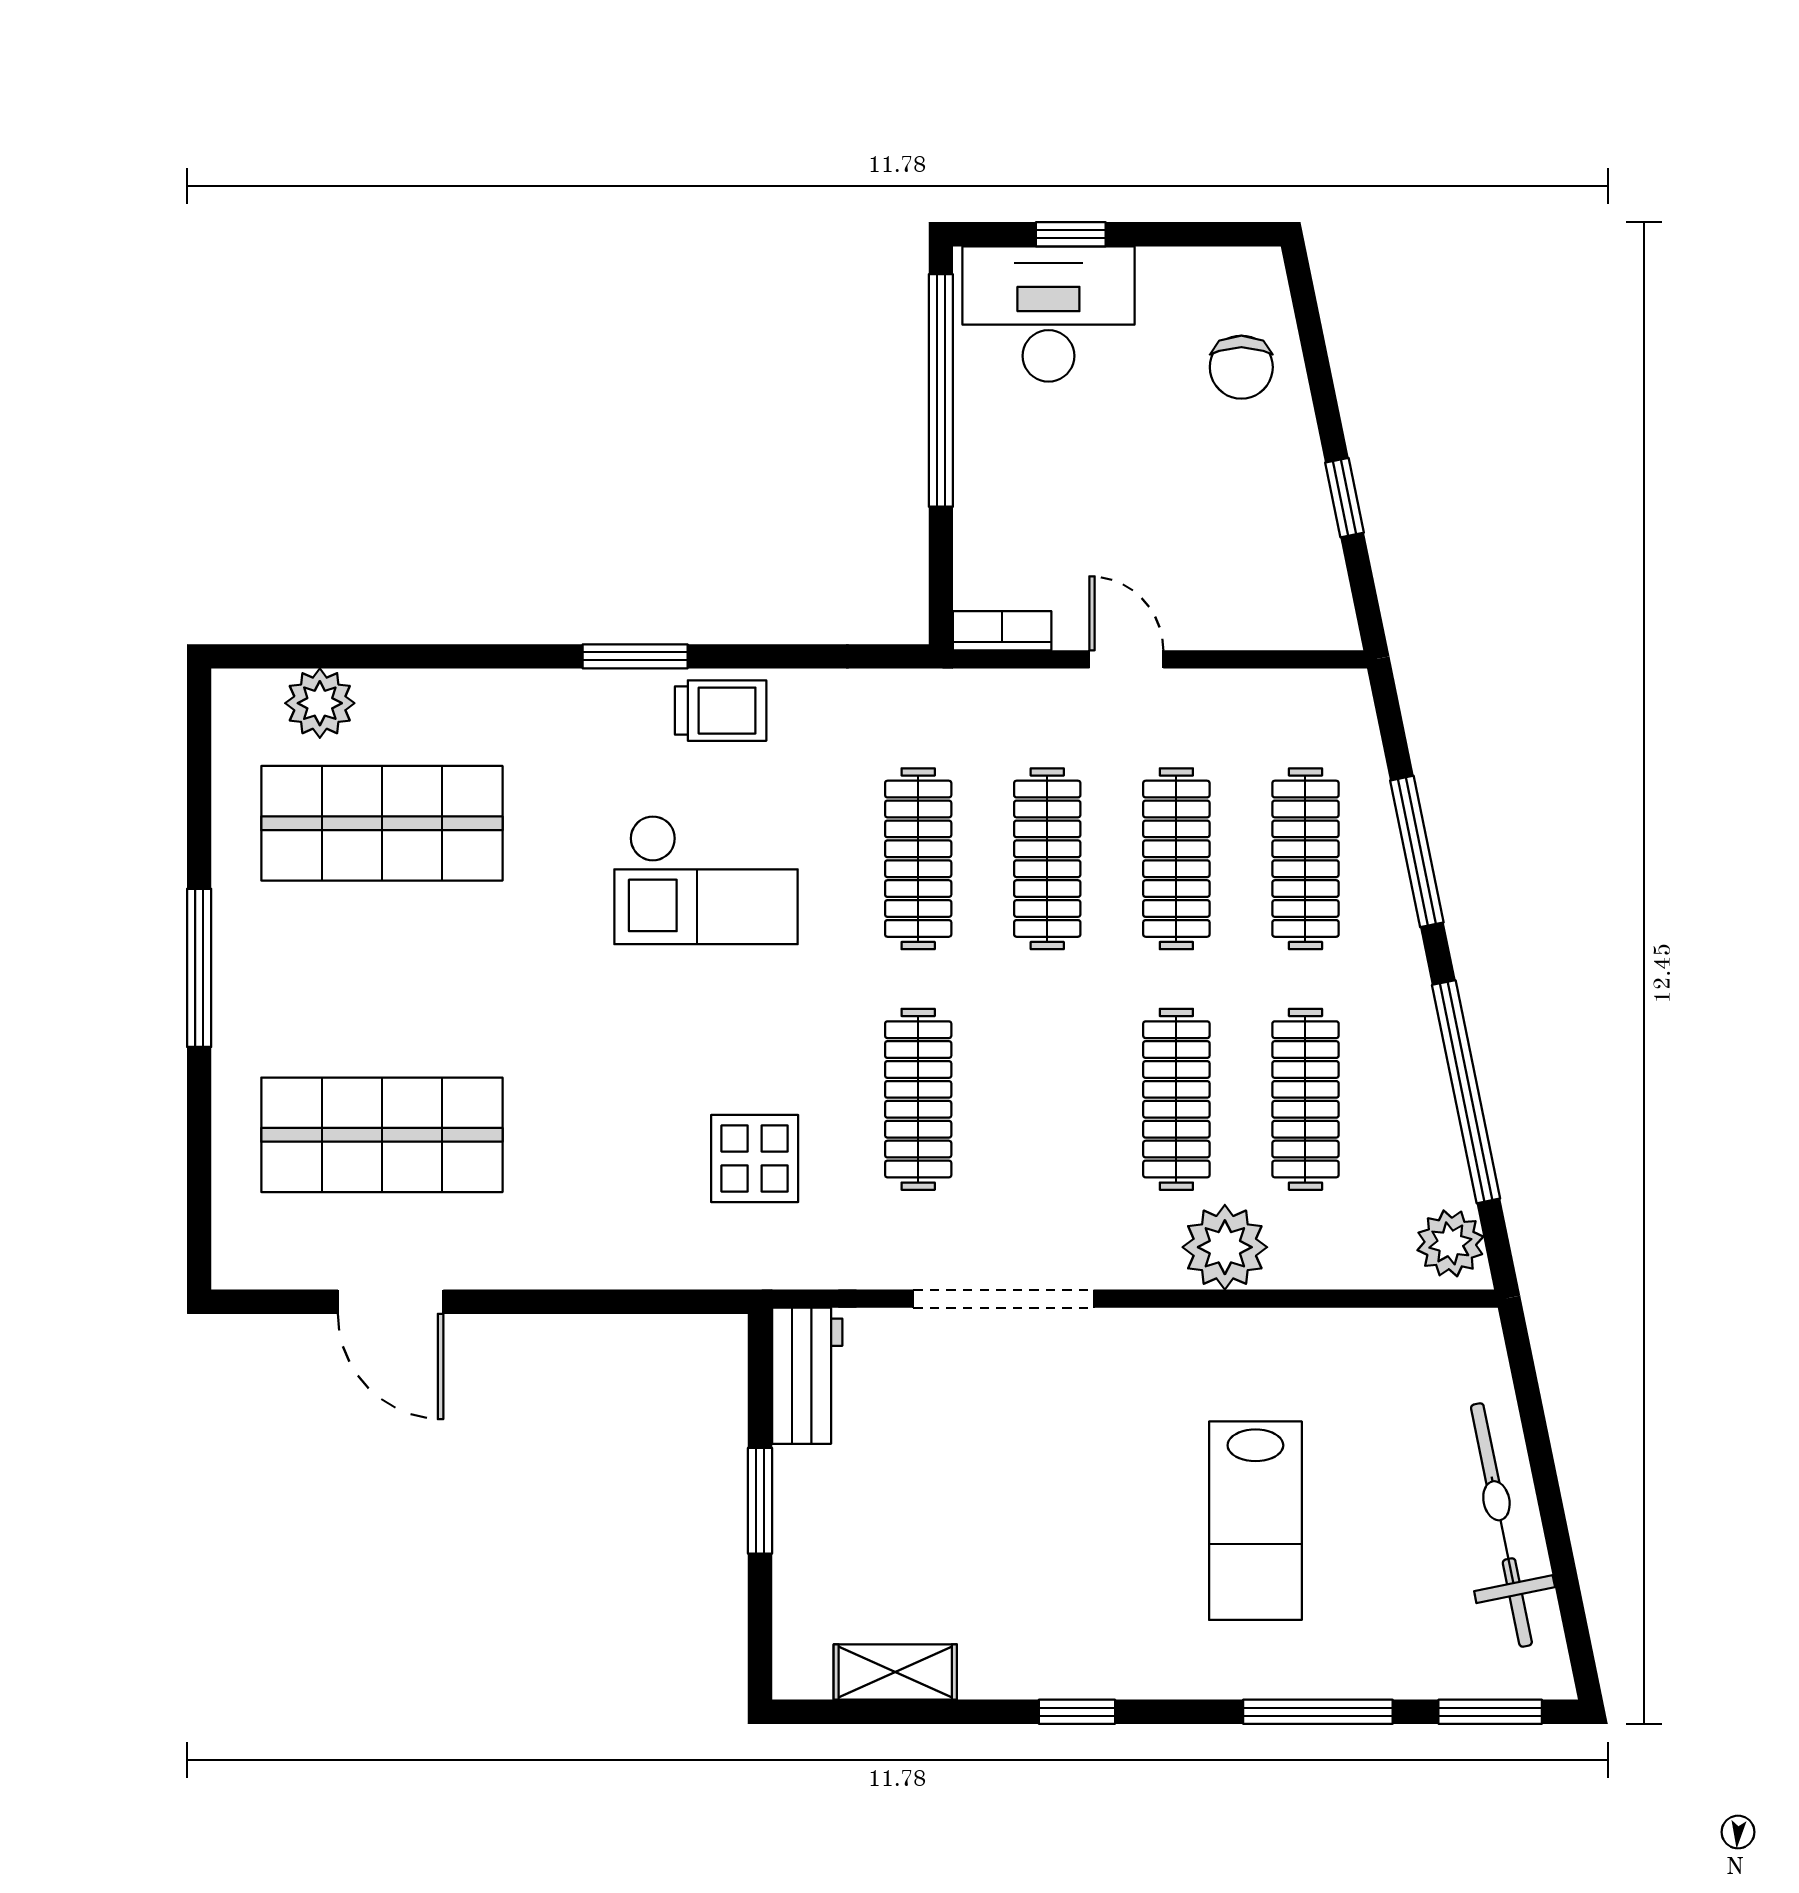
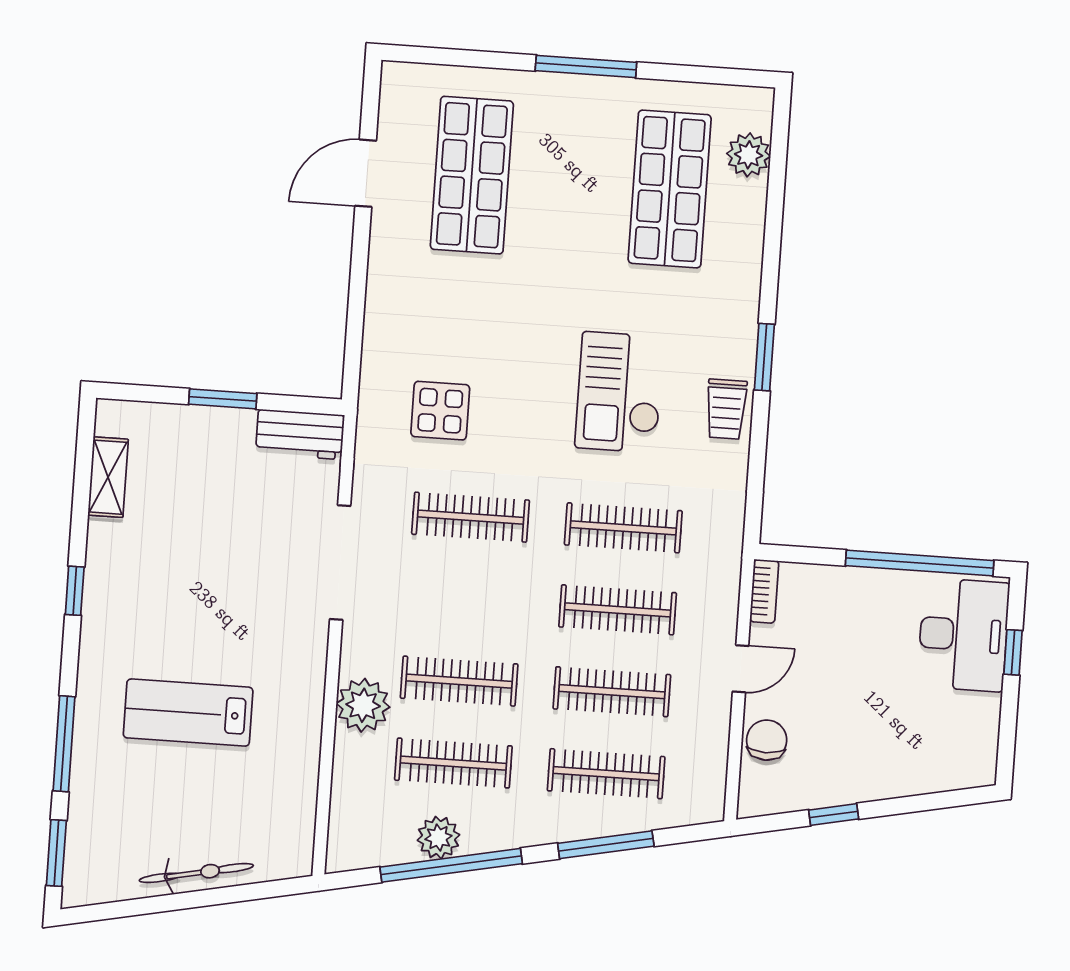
chair: (1241, 367) -> (767, 740), moved, turned 90
plant: (1450, 1243) -> (438, 838), moved
bicycle: (1501, 1525) -> (196, 873), width x0.73, depth x0.71

